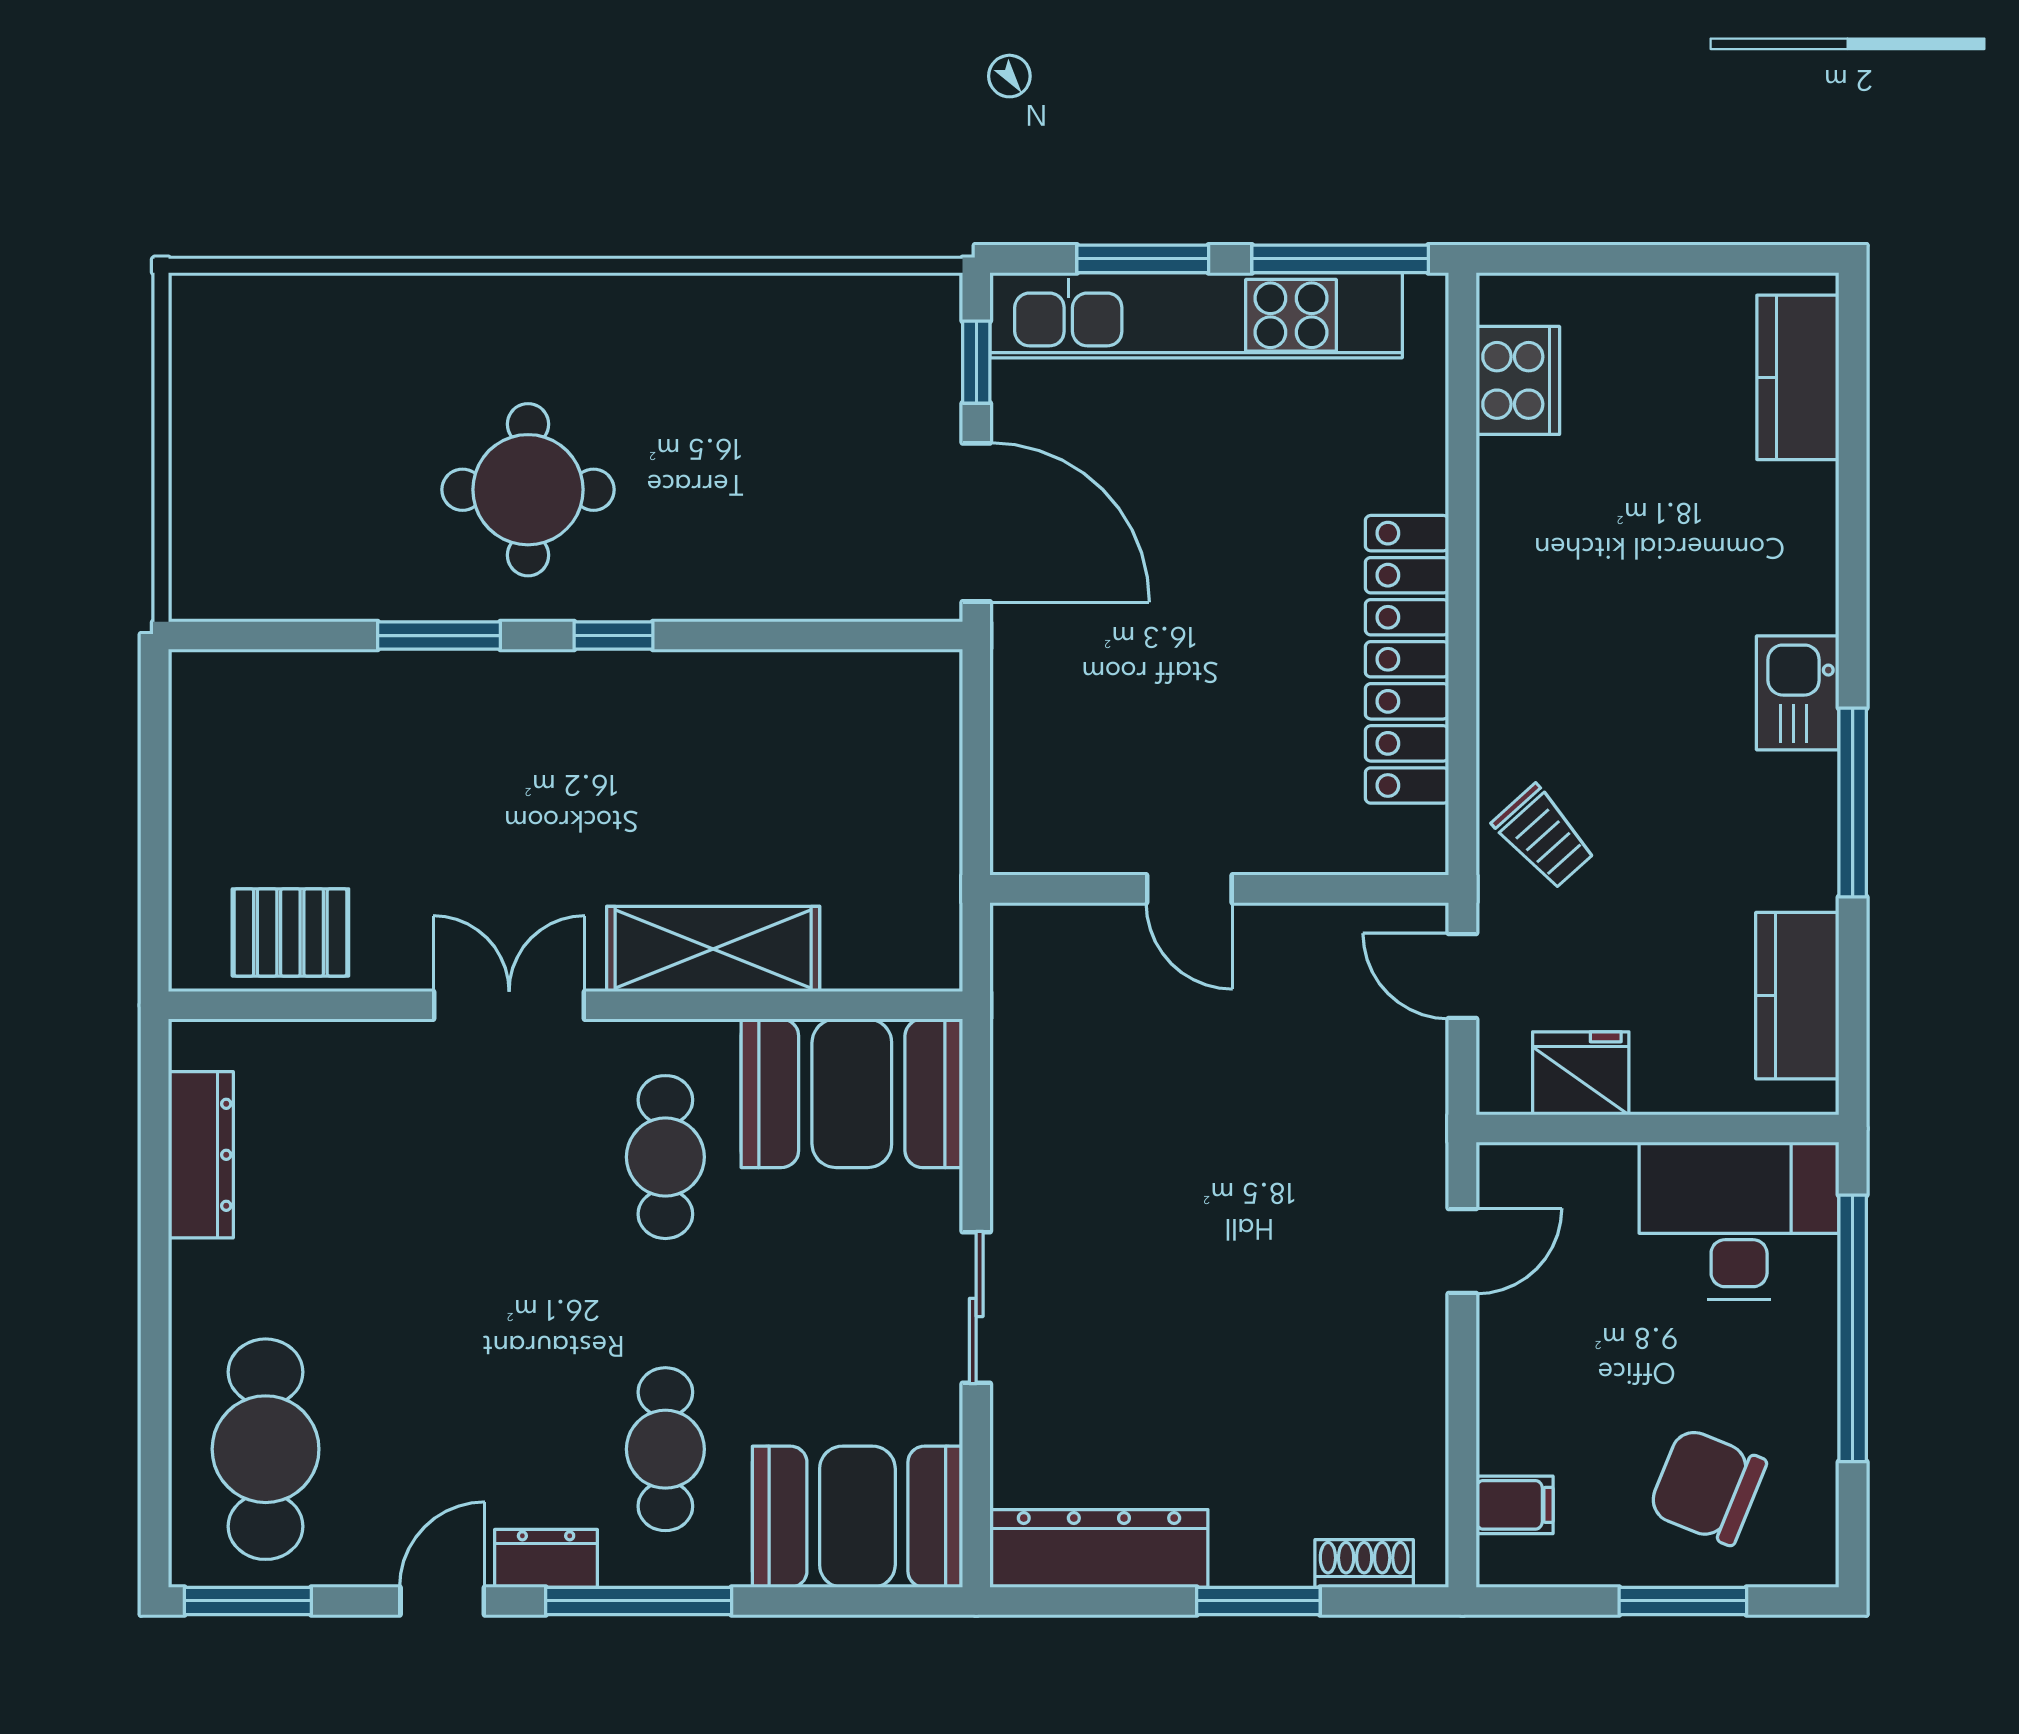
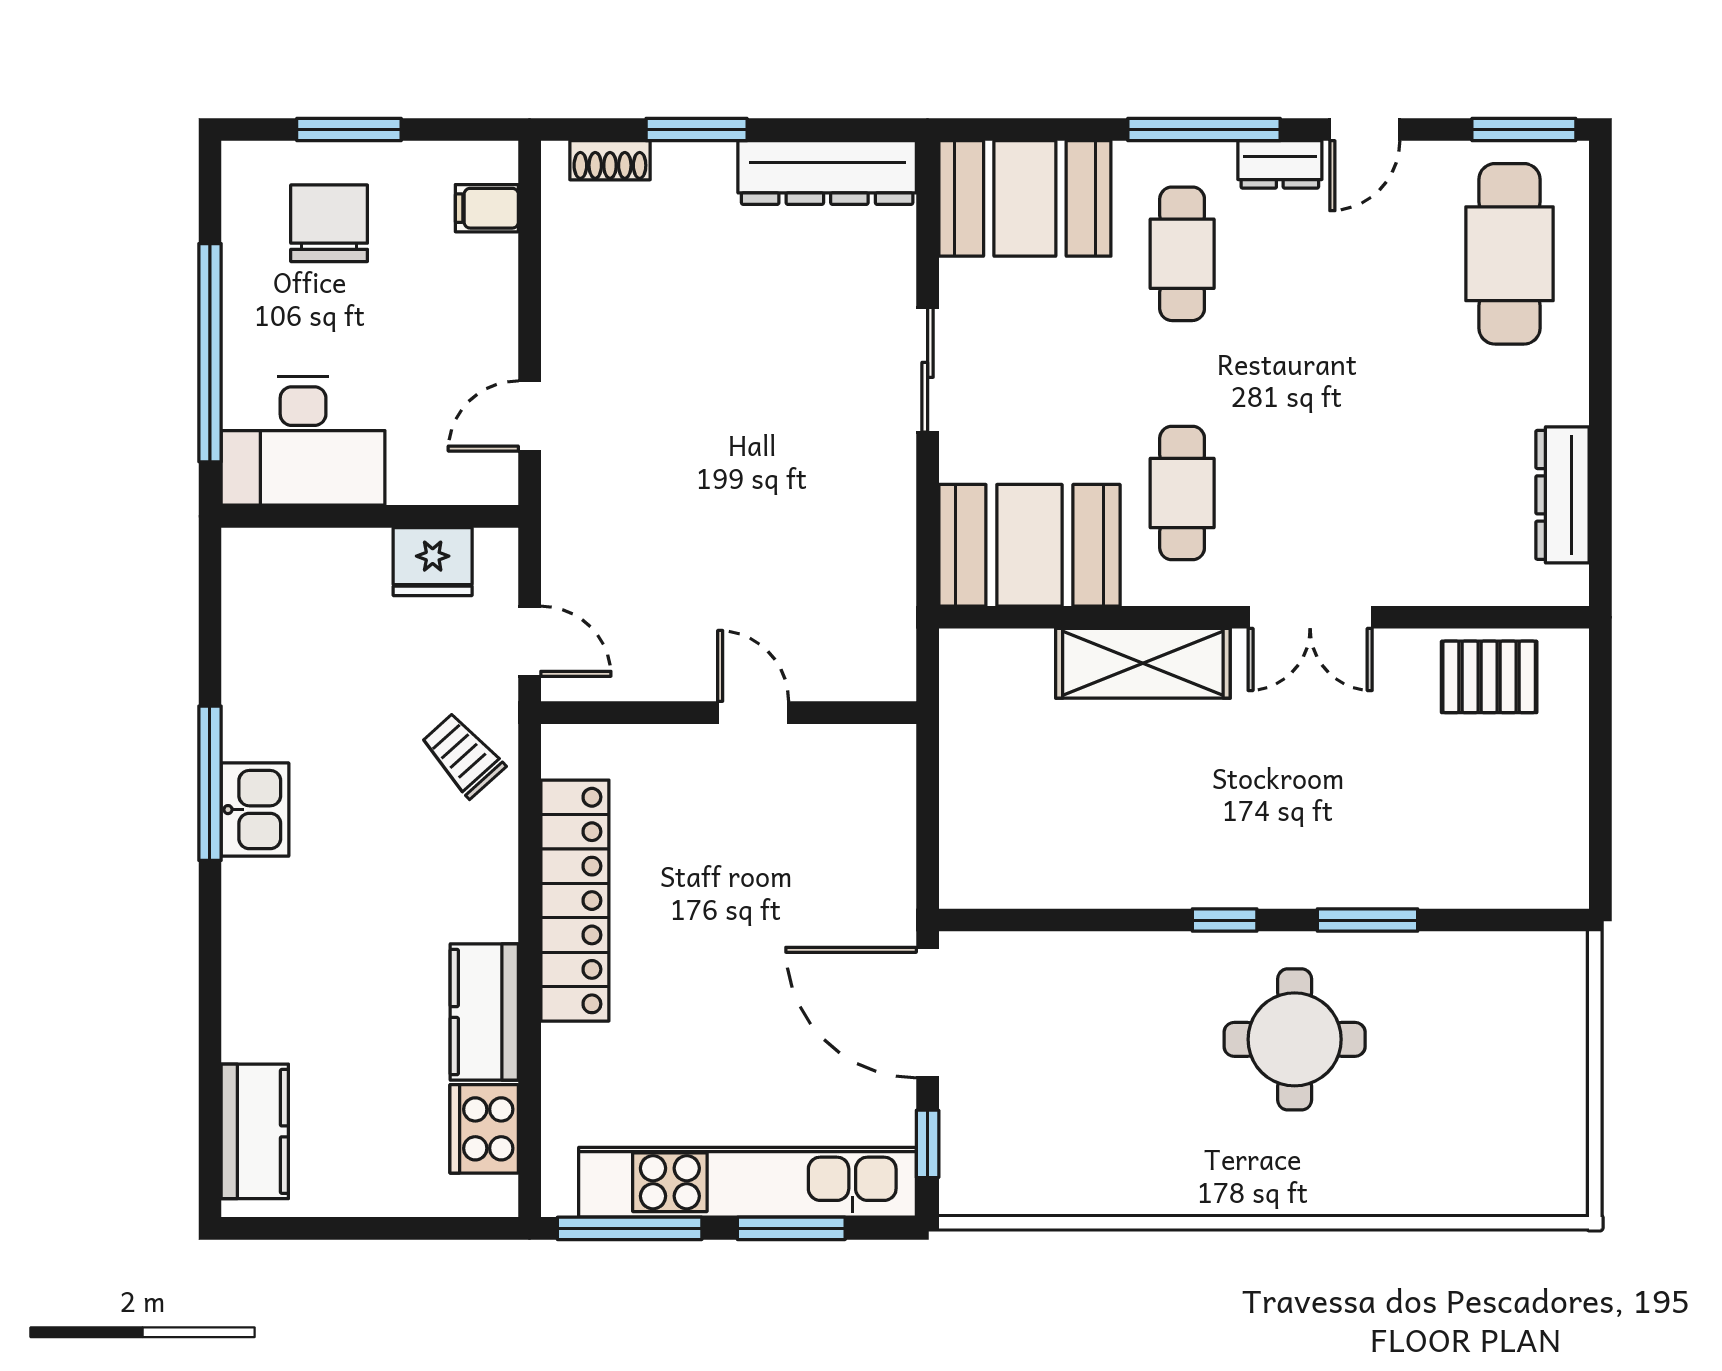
kitchen sink: (1798, 693) -> (255, 810), moved
kitchen counter: (1797, 996) -> (484, 1012), moved, turned 180
chair: (1707, 1486) -> (329, 223), turned -112

